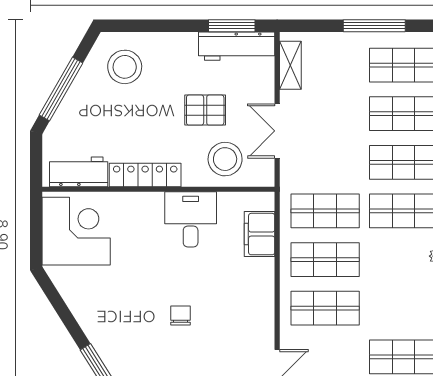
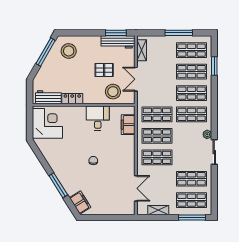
window: (61, 89) -> (46, 52), moved
locker: (145, 175) -> (72, 99), width x0.66

